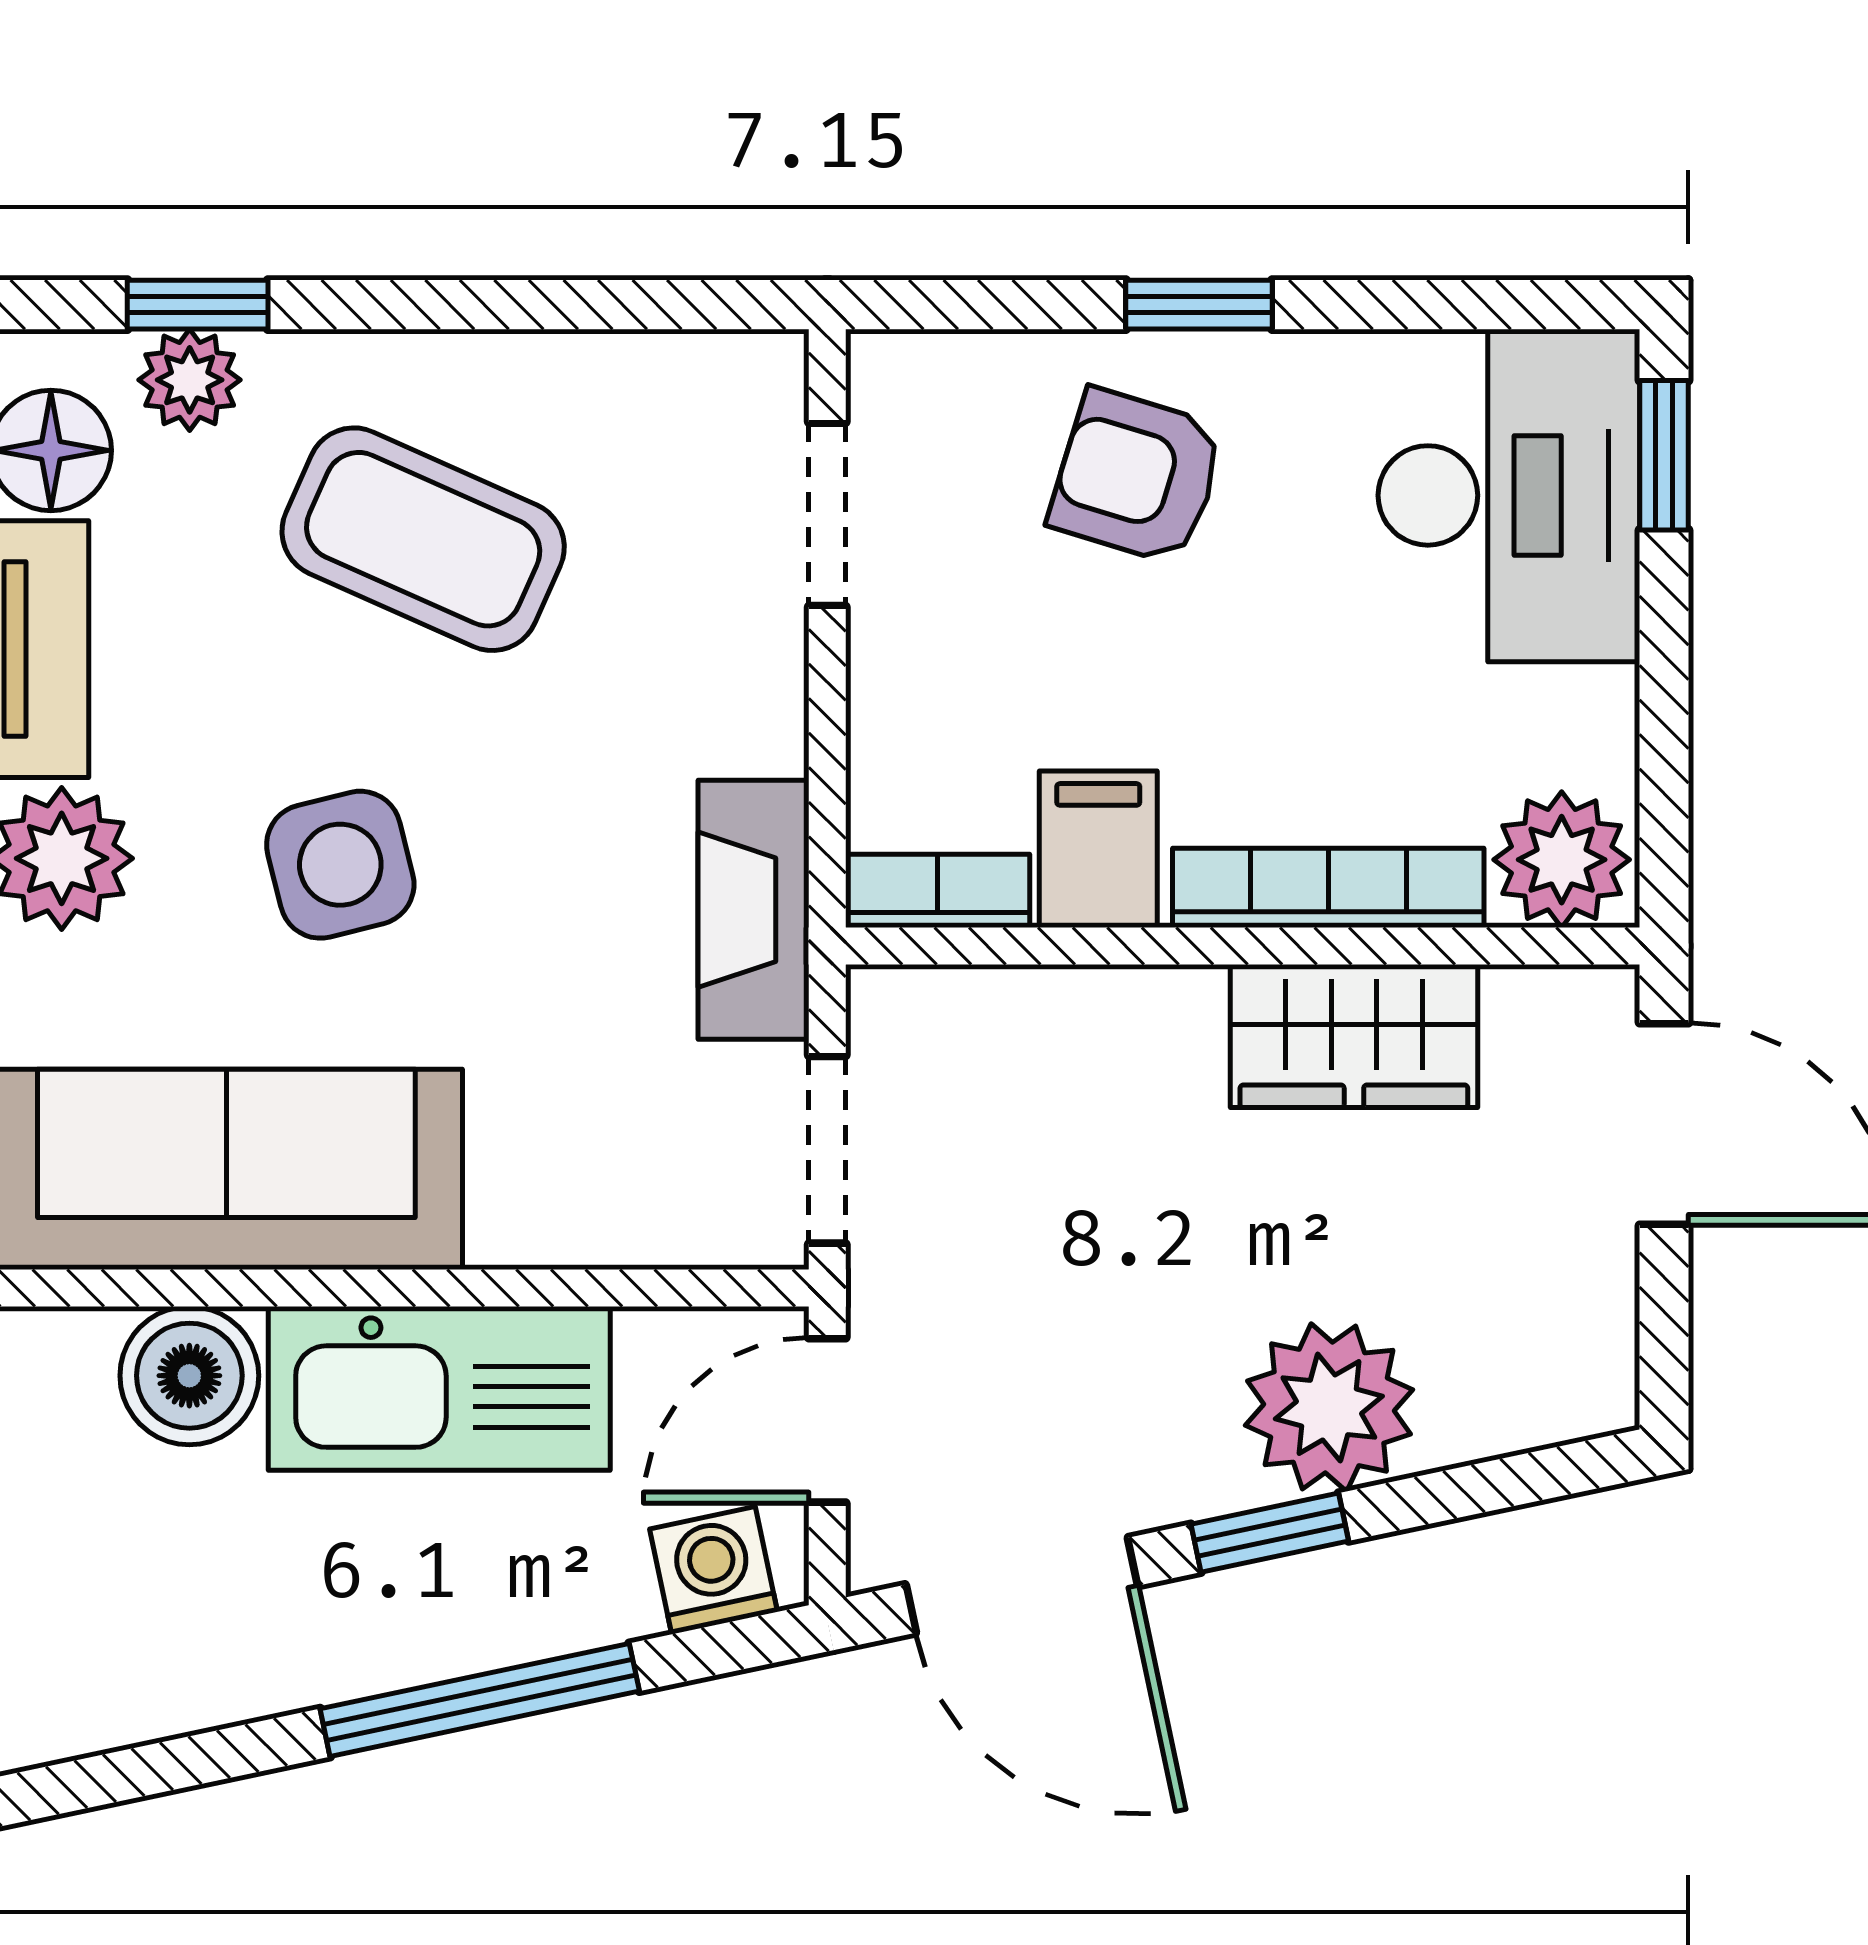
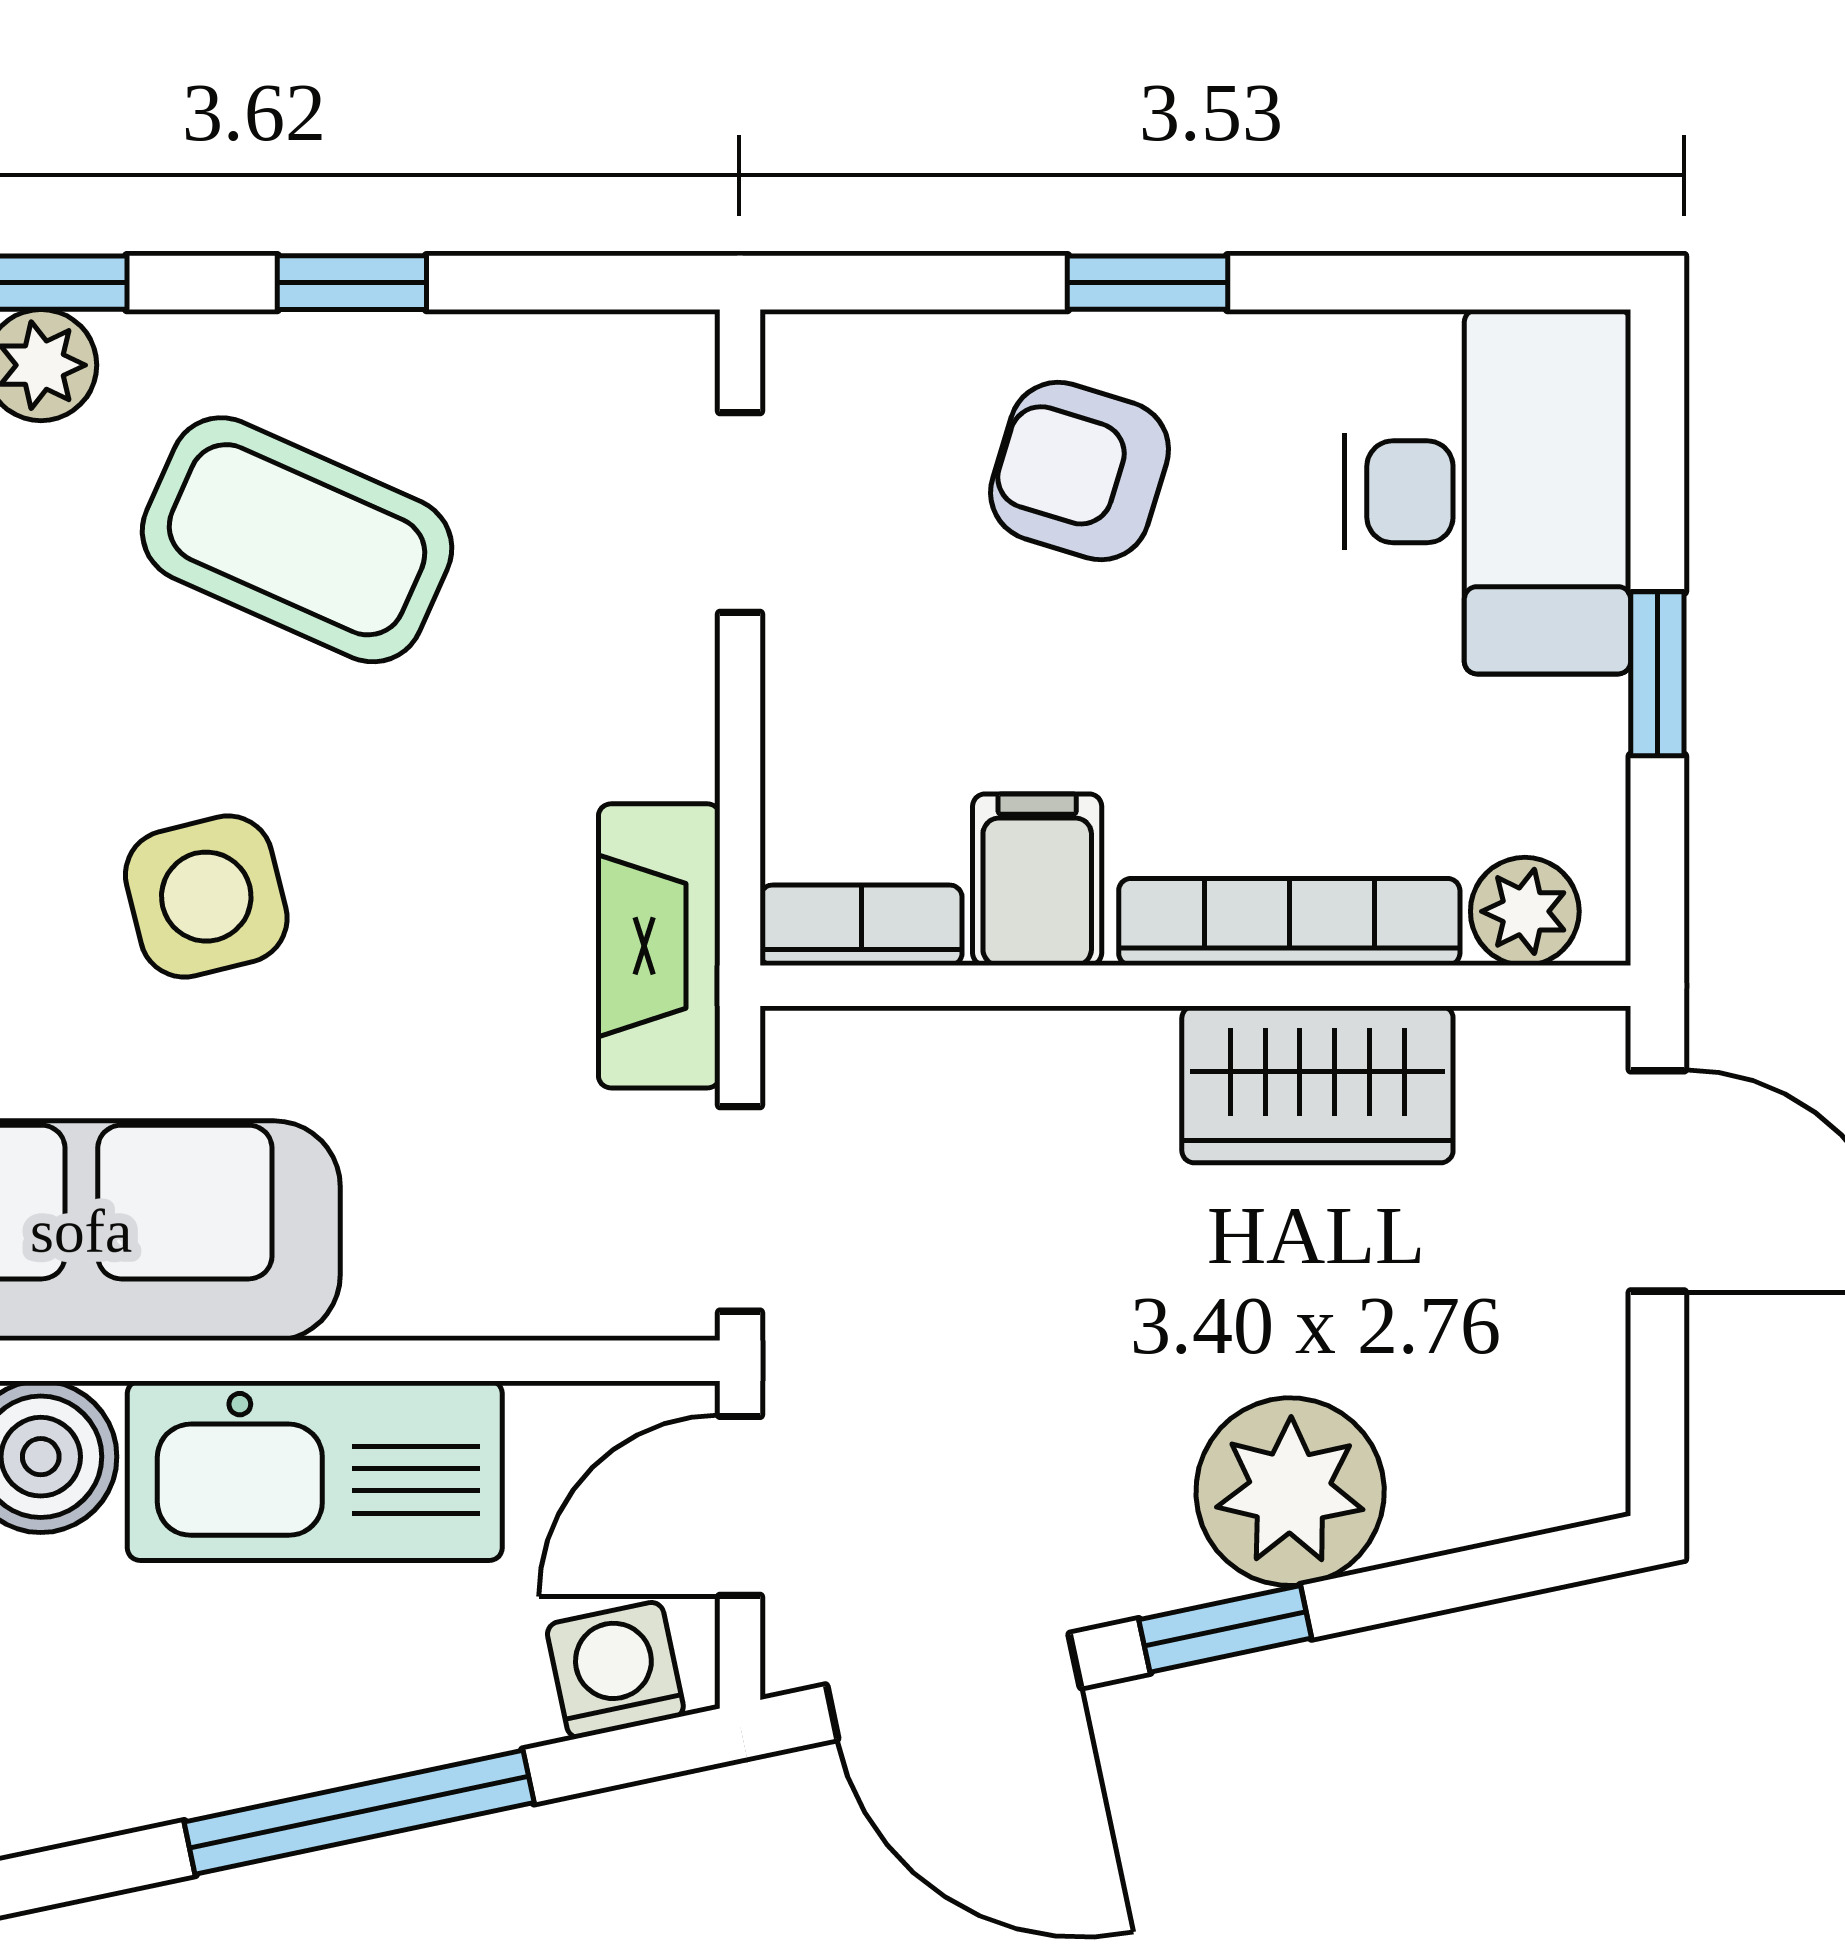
window: (473, 305) -> (352, 283), added
window: (1664, 455) -> (1657, 674), moved
plant: (1562, 860) -> (1525, 911), width x0.73, depth x0.73

